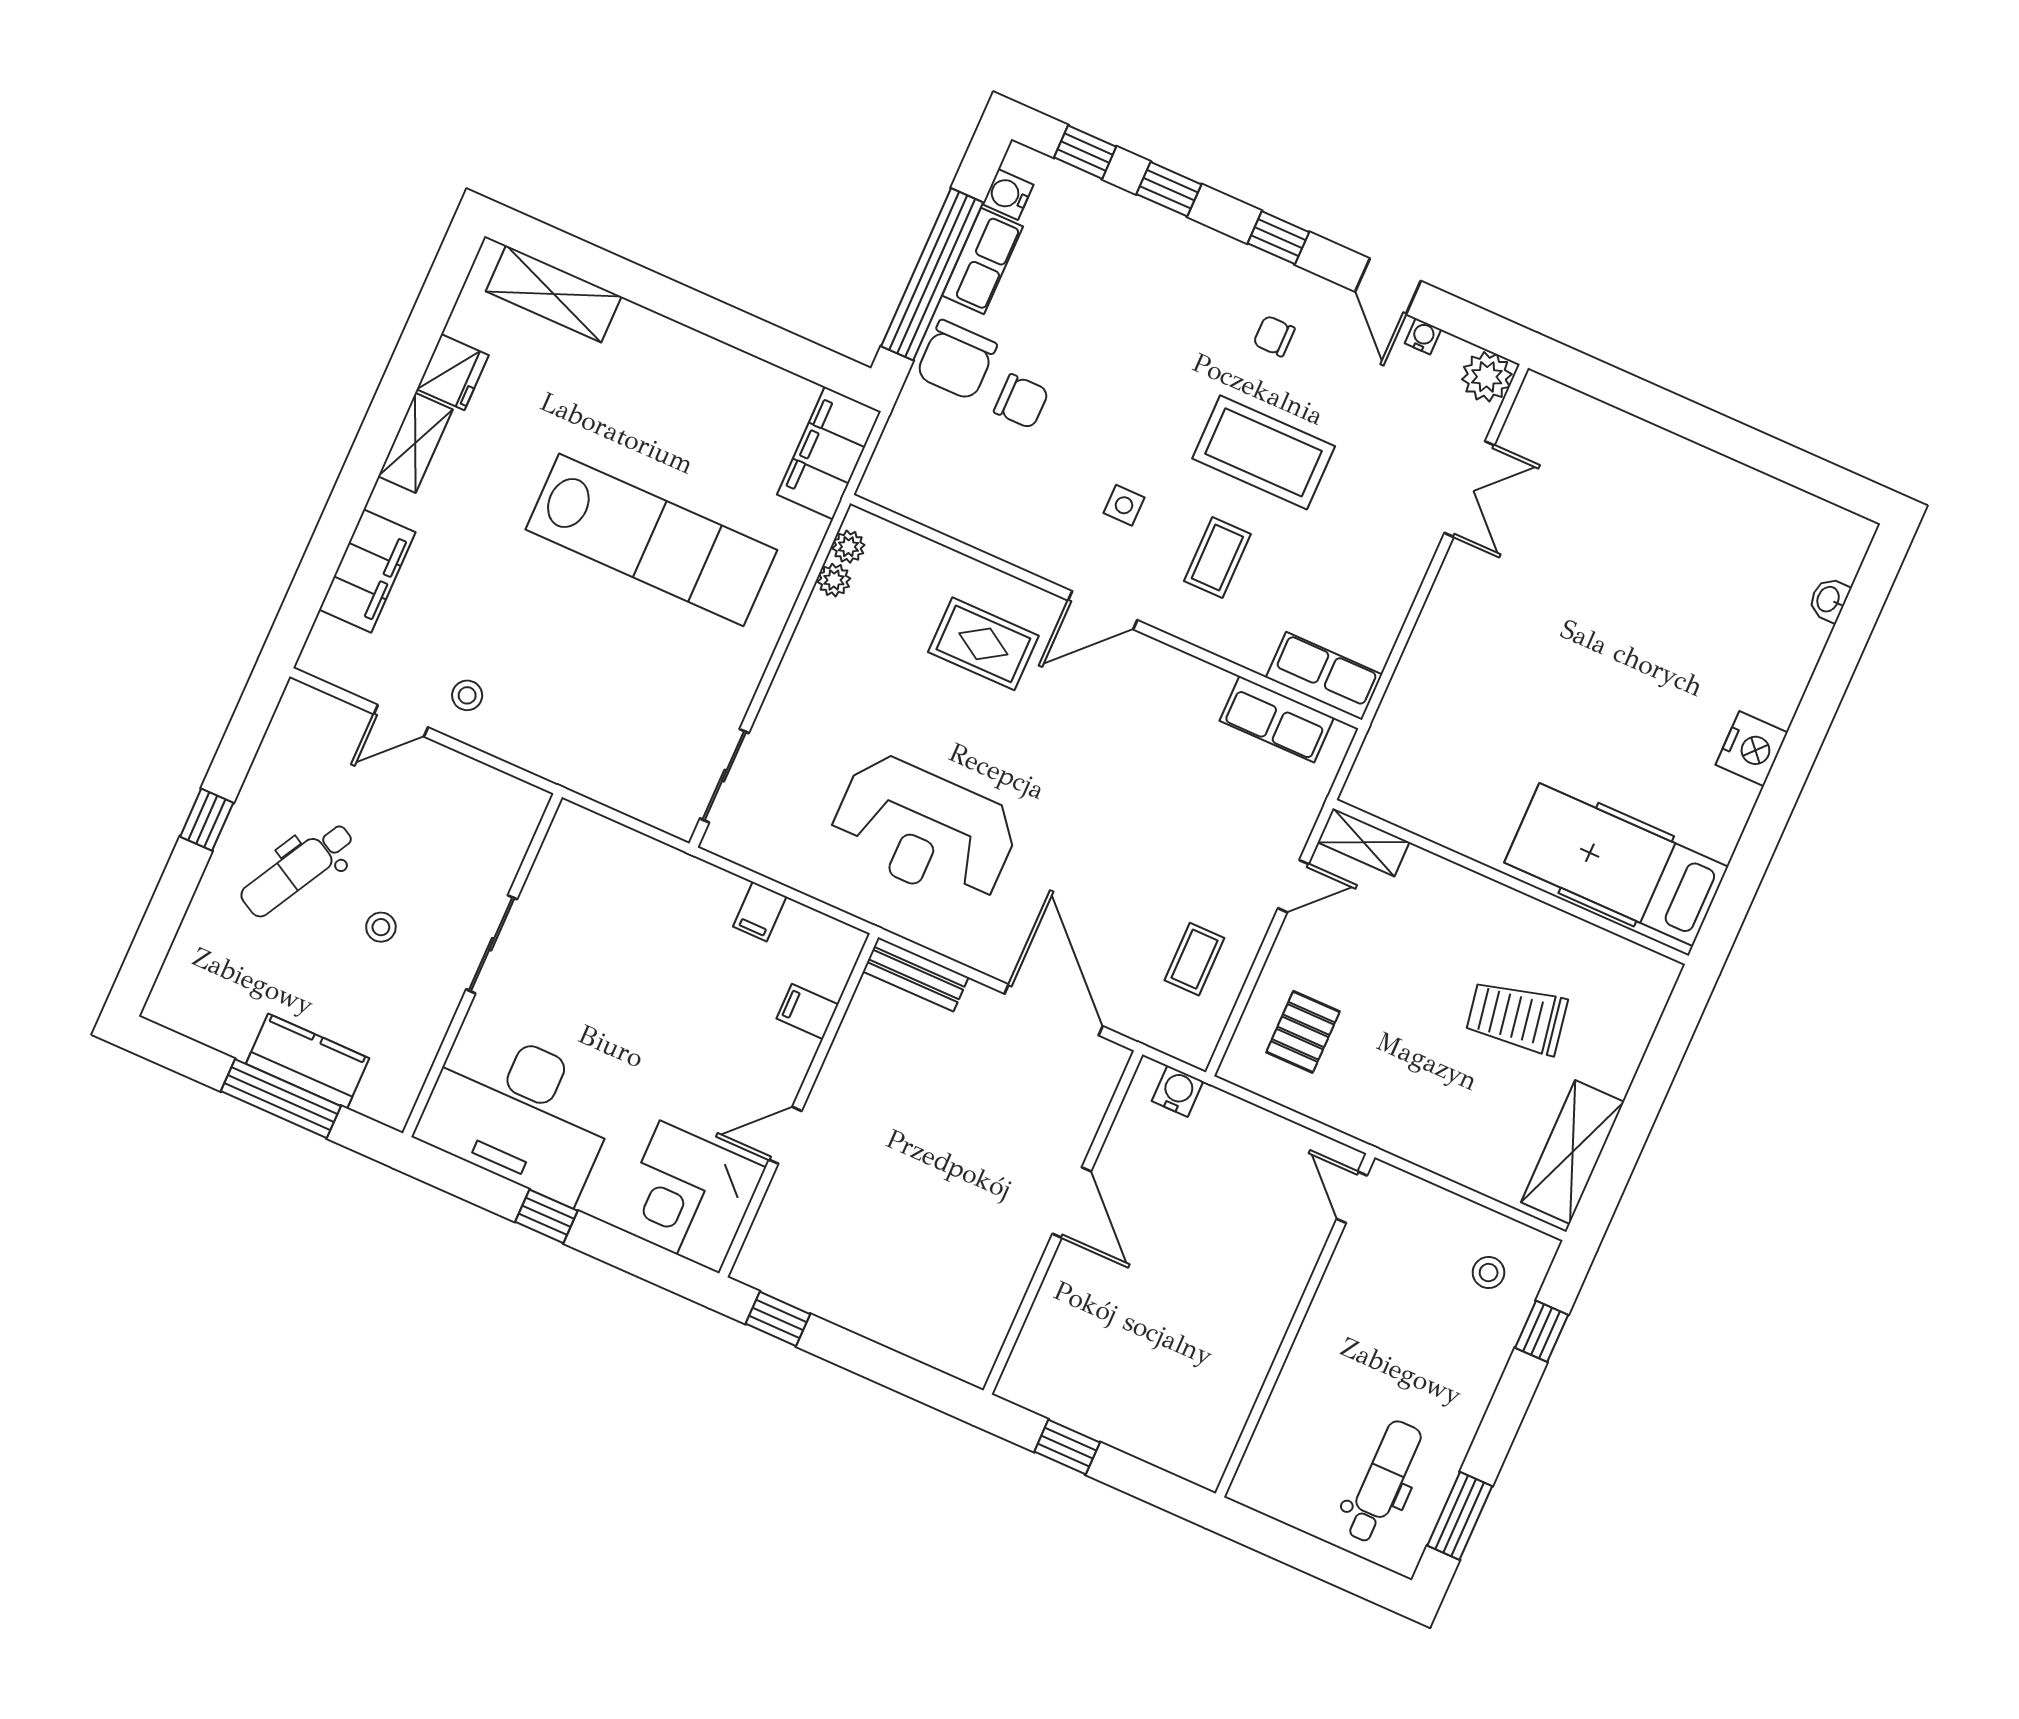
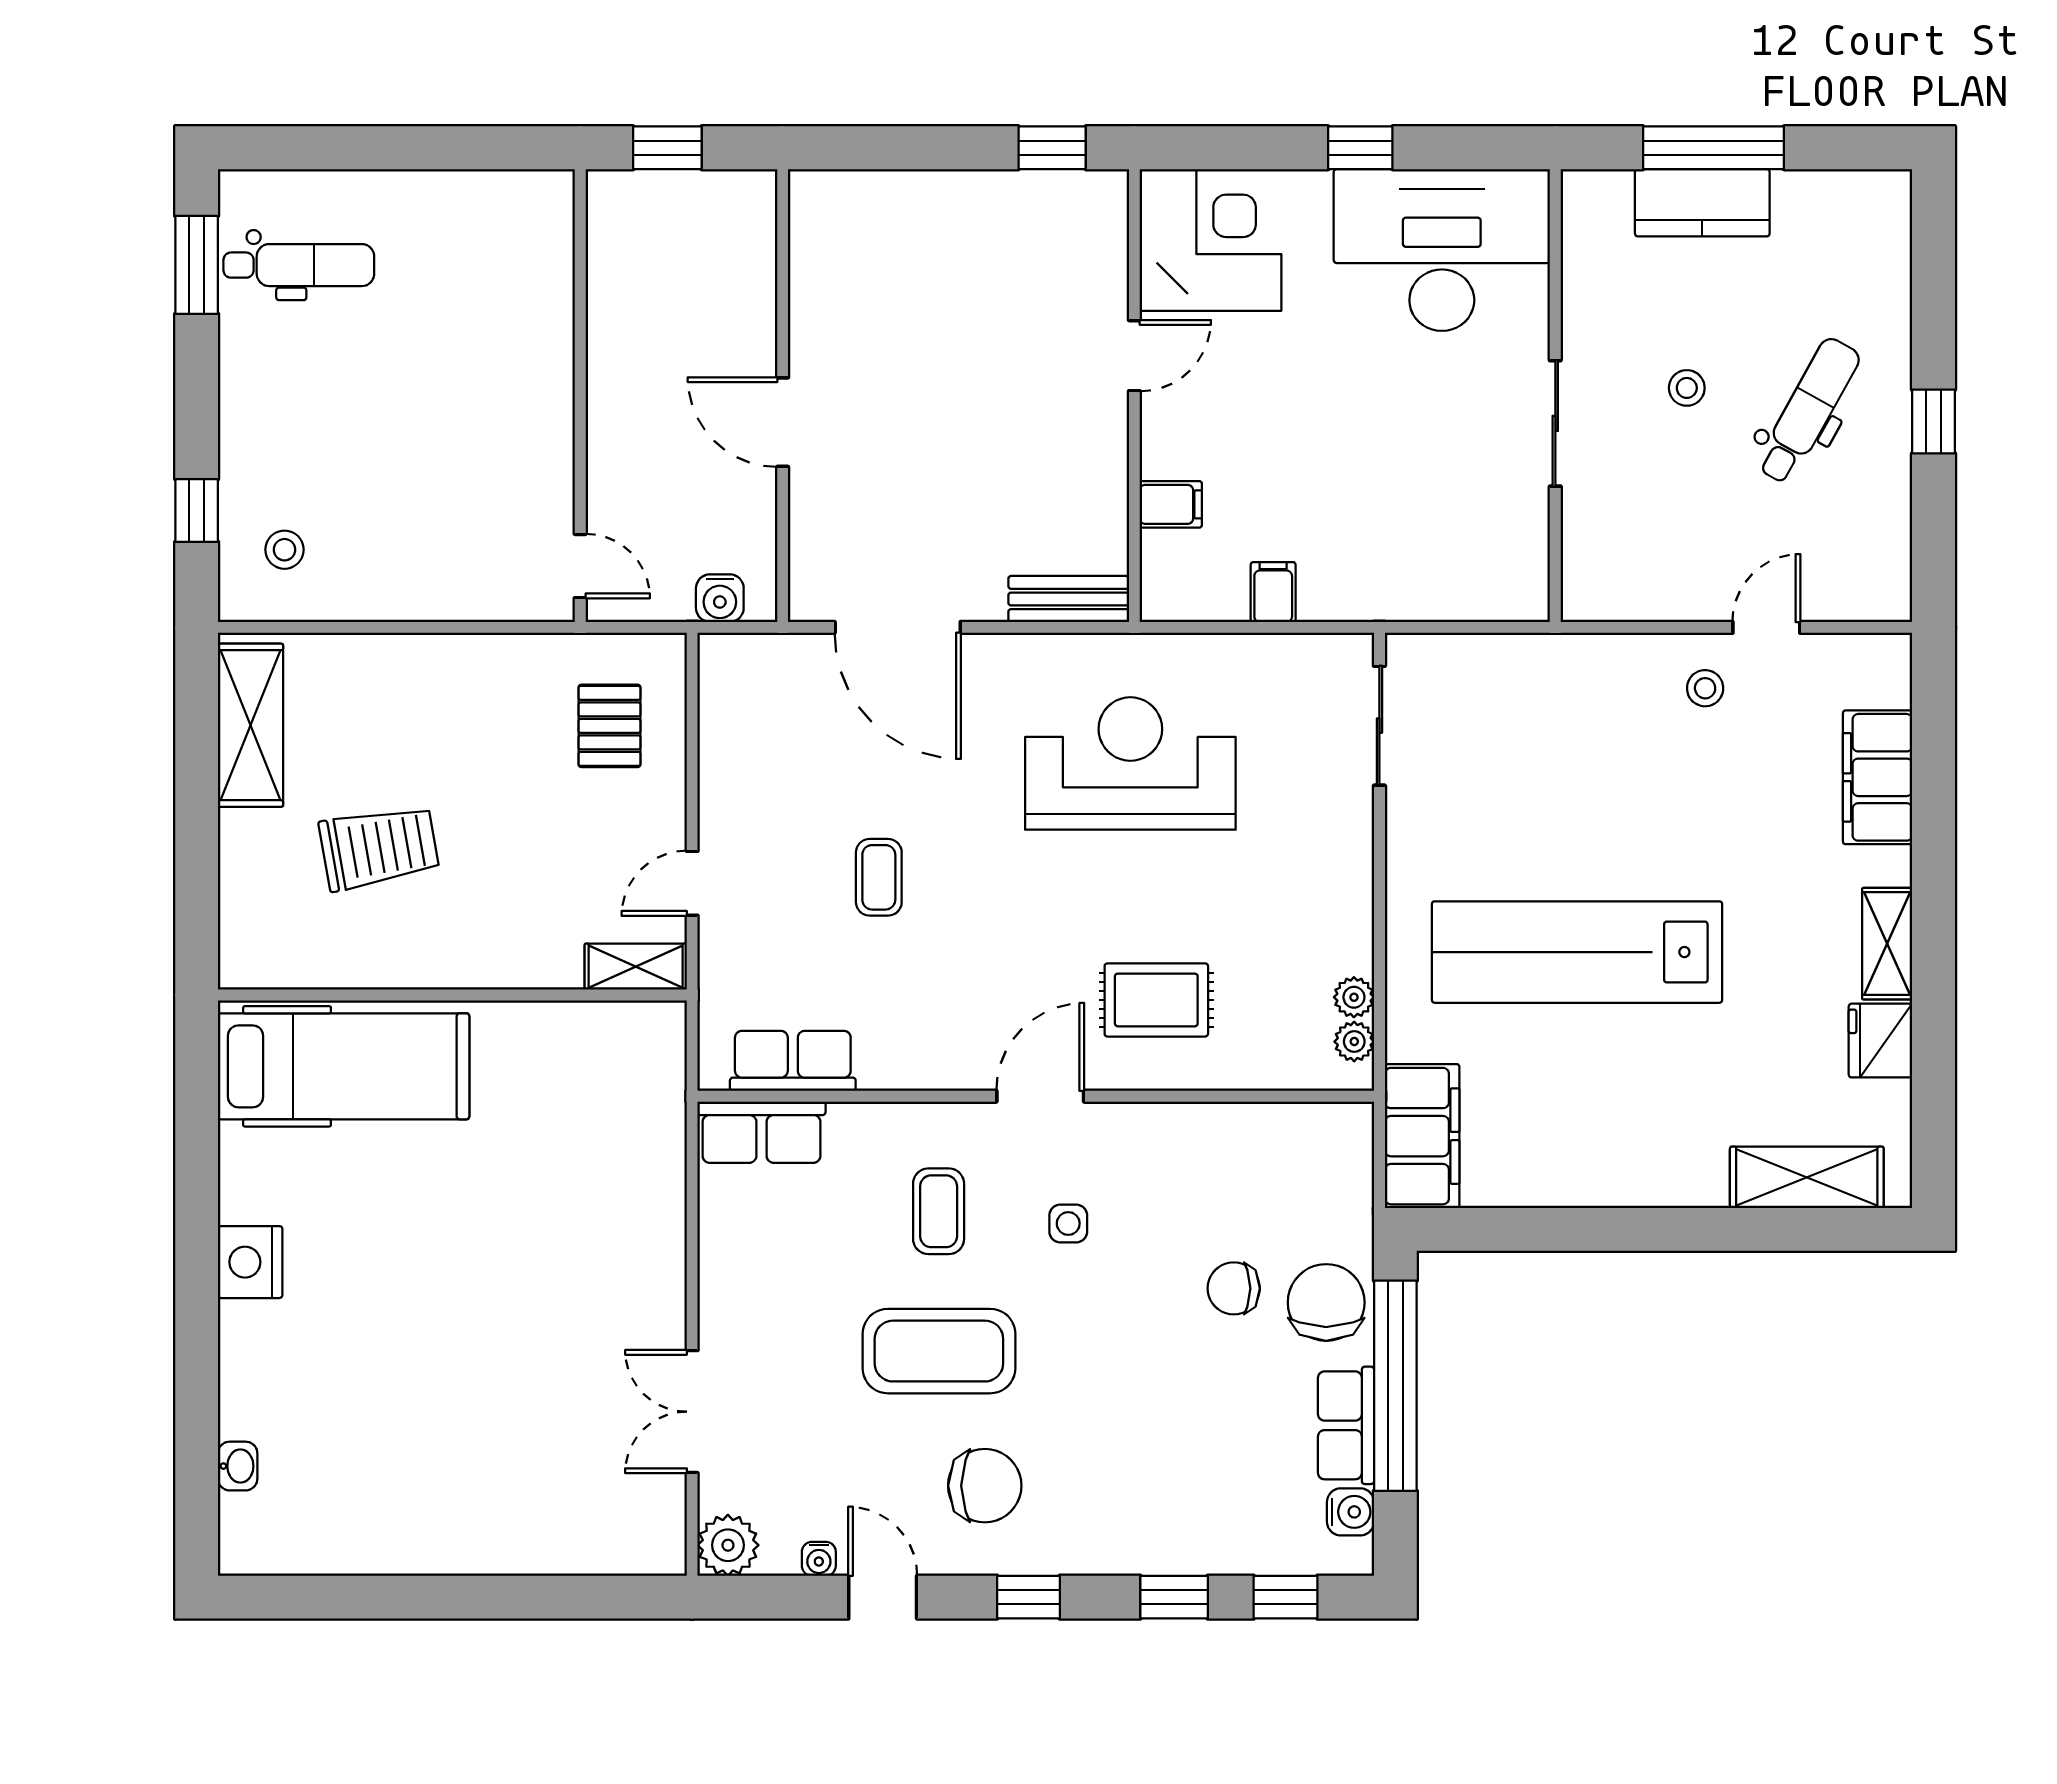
chair: (1274, 336) -> (985, 1486), width x1.87, depth x1.87
coffee table: (1194, 959) -> (879, 877), moved
door: (1352, 1197) -> (580, 566), moved
wall: (1295, 1325) -> (580, 396), moved
dental chair: (1383, 1482) -> (299, 265), turned -90

